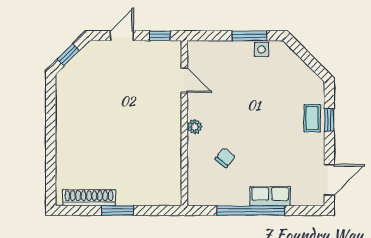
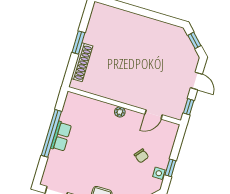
window: (250, 36) -> (170, 168), width x0.67
chair: (225, 158) -> (141, 156), moved
row of seats: (270, 196) -> (61, 136), moved
shoe rack: (89, 198) -> (82, 62), moved

